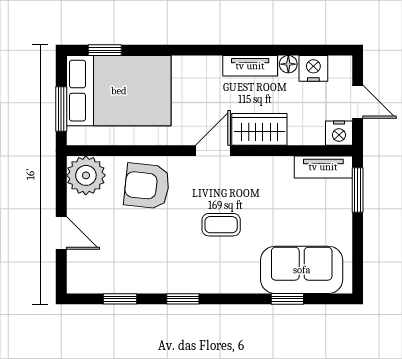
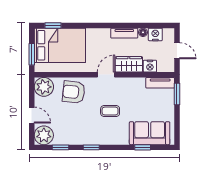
nightstand: (339, 133) -> (150, 66), moved
plant: (86, 274) -> (44, 135), added

